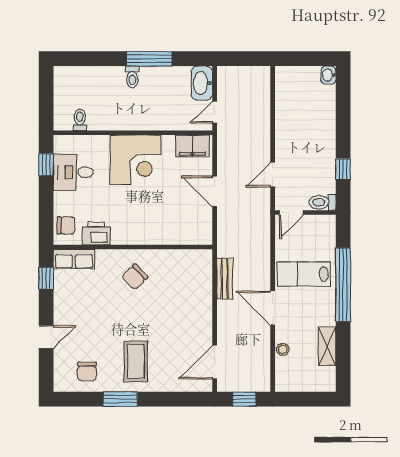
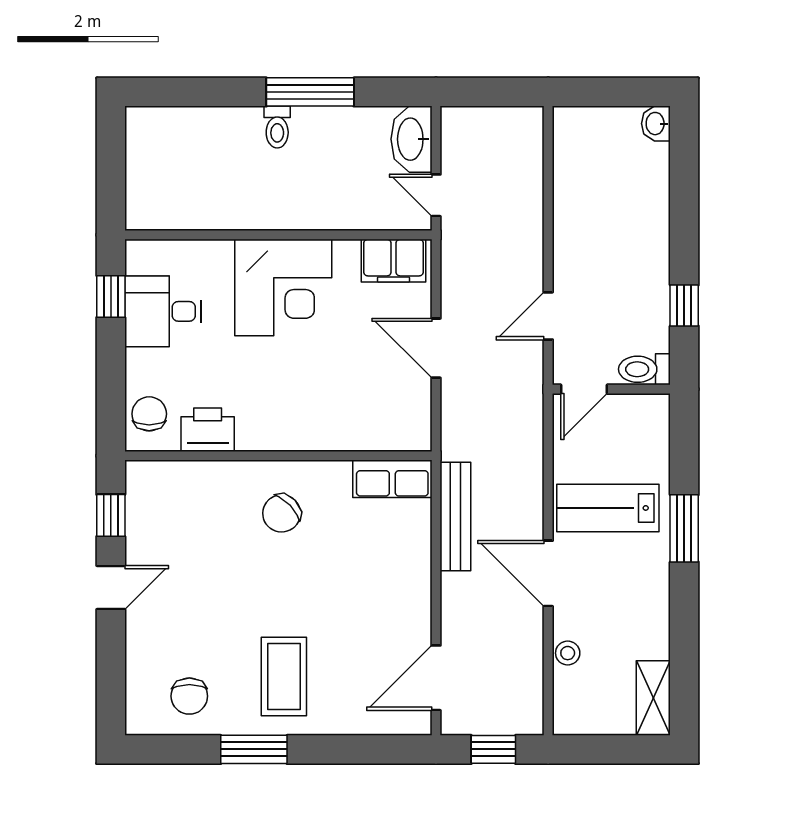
door: (215, 112) -> (436, 195), hinge flipped
toilet: (80, 120) -> (176, 210), removed
chair: (66, 225) -> (149, 414), turned -90
row of seats: (74, 259) -> (392, 479), moved
bench: (225, 279) -> (455, 517), width x1.36
window: (343, 285) -> (684, 528), width x0.47
door: (46, 337) -> (111, 588), moved
shelving: (327, 346) -> (653, 698), moved

